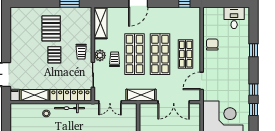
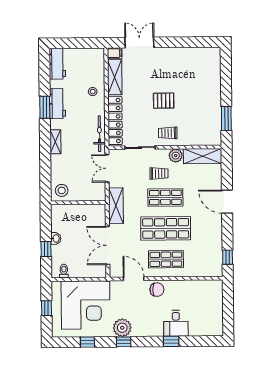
desk: (234, 18) -> (176, 323), moved, turned 90
pallet: (51, 28) -> (195, 97), removed
chair: (212, 44) -> (157, 290), moved
shop shelf: (134, 54) -> (165, 197), width x0.70, depth x0.74
plant: (100, 55) -> (176, 156), moved
plant: (242, 91) -> (122, 328), added
bicycle: (70, 108) -> (99, 134), moved
window: (254, 110) -> (87, 342), moved

